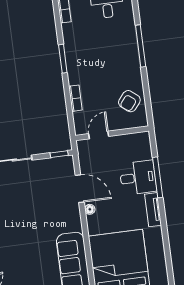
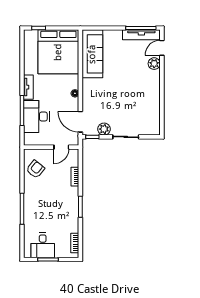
plant: (45, 167) -> (104, 129), added
desk: (138, 178) -> (36, 116), width x1.37
door: (80, 189) -> (80, 122), moved

